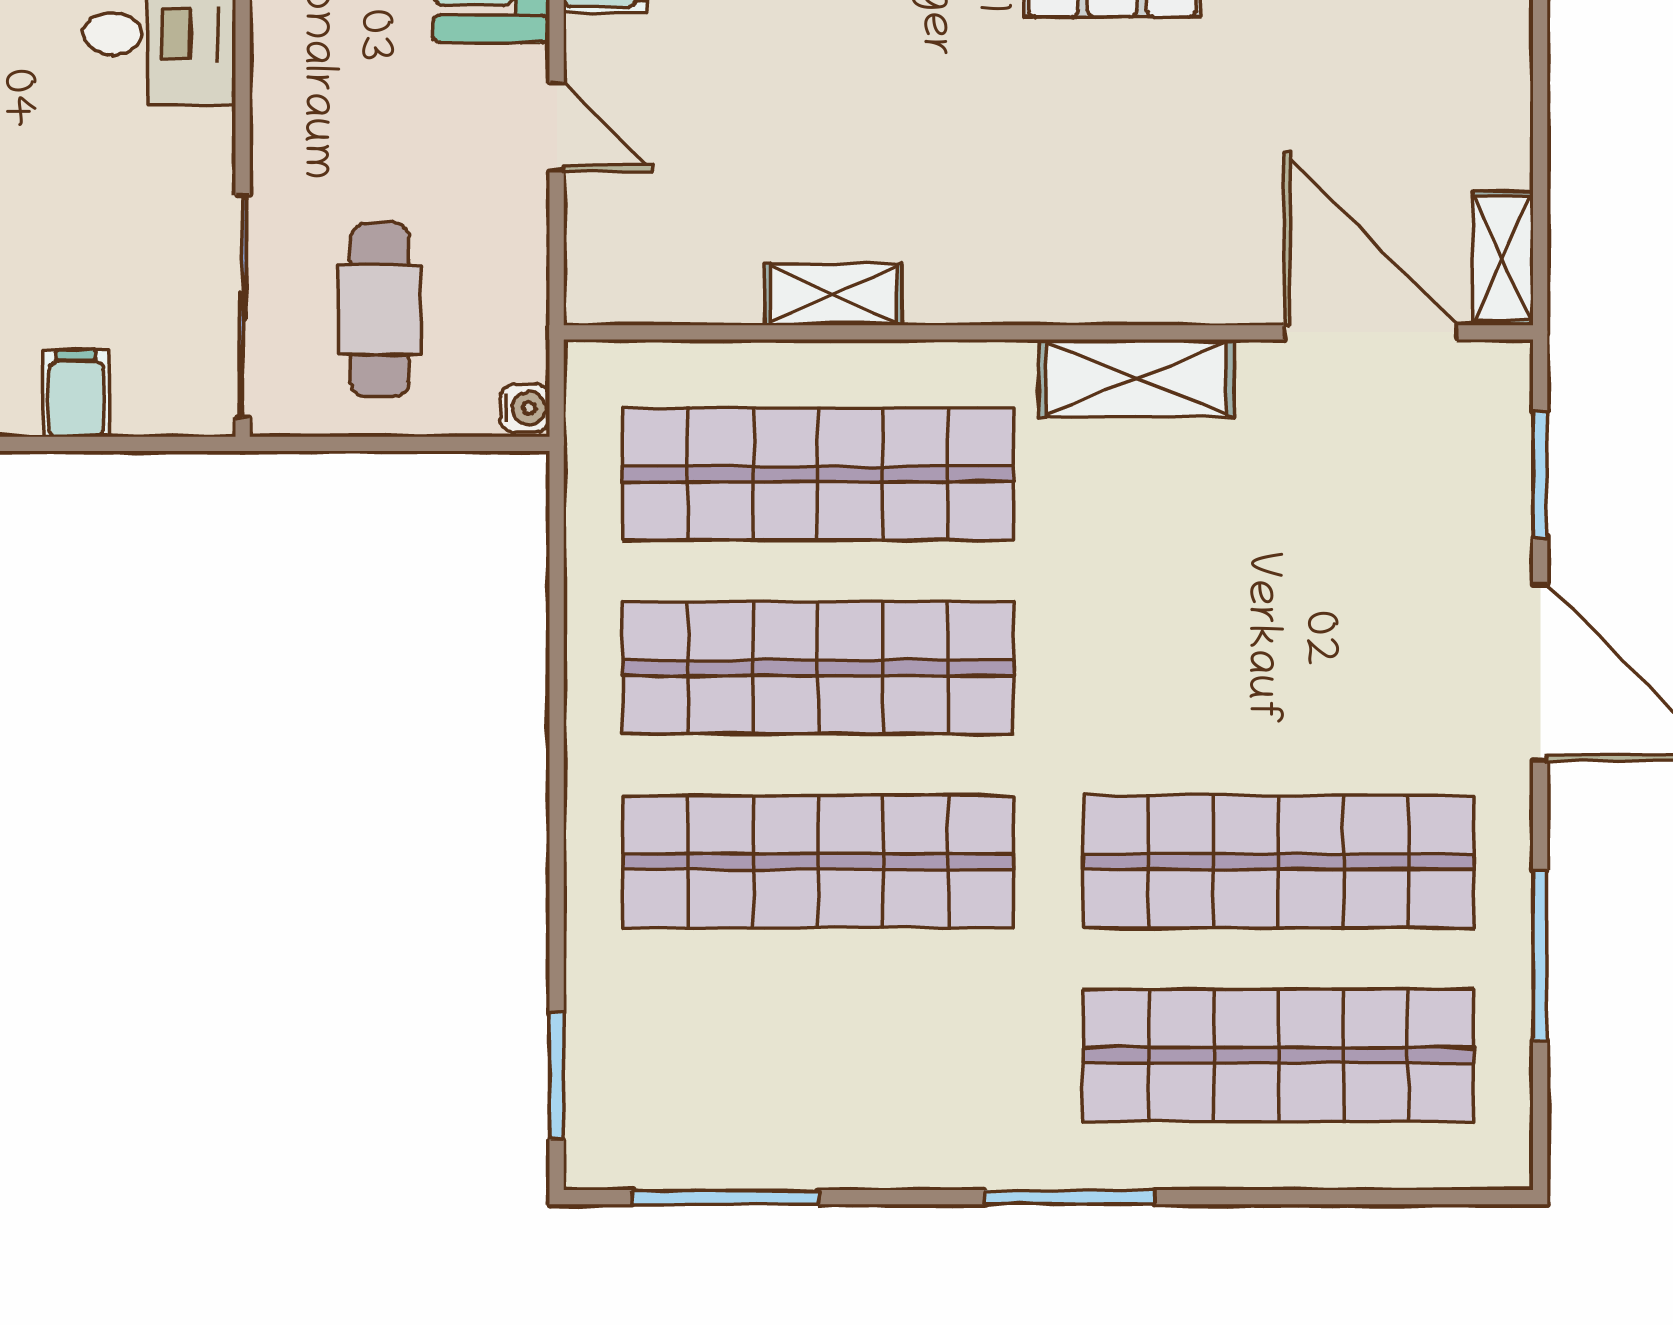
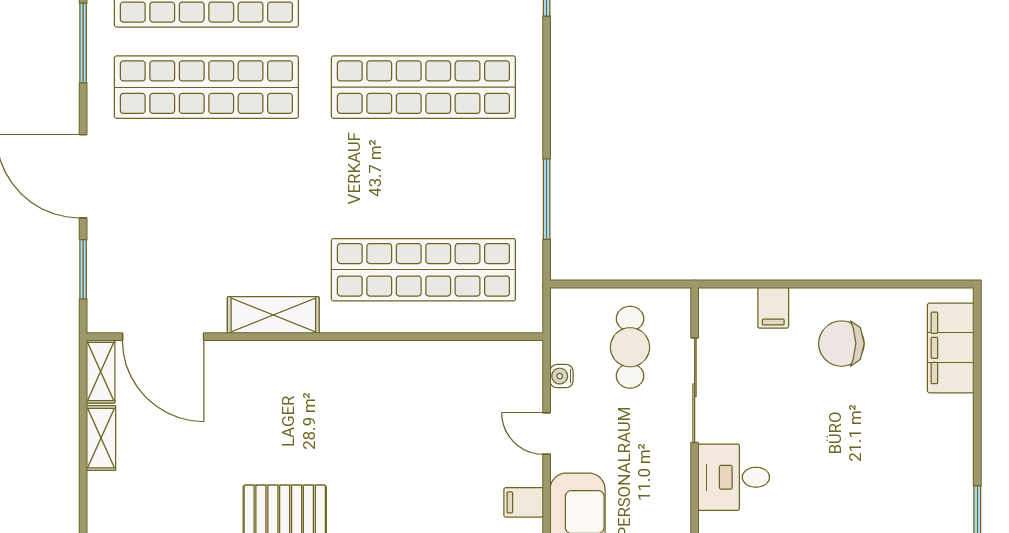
shelving: (834, 294) -> (101, 438), moved, turned 90
sliding door: (243, 306) -> (695, 390), moved
water cooler: (525, 408) -> (562, 376), moved
window: (557, 624) -> (547, 199), added
shop shelf: (818, 668) -> (423, 178), removed

